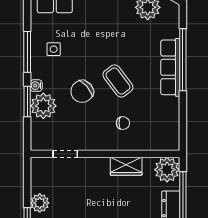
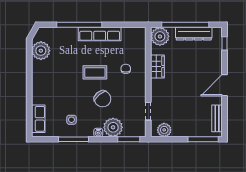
row of seats: (170, 67) -> (100, 34), moved
coffee table: (118, 81) -> (95, 72), turned 37
window: (27, 102) -> (129, 139), moved
plant: (40, 203) -> (164, 130), moved

